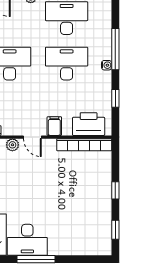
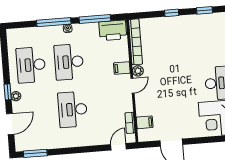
window: (115, 98) -> (95, 19), width x2.17
printer: (89, 124) -> (113, 30), moved, turned -90
plant: (12, 145) -> (138, 71), moved

